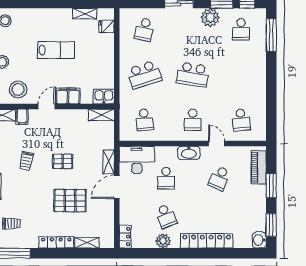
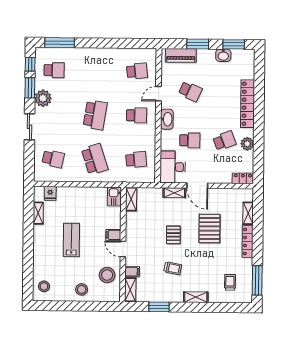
filing cabinet: (68, 96) -> (113, 235), width x0.50
washbasin: (259, 240) -> (223, 55), moved

